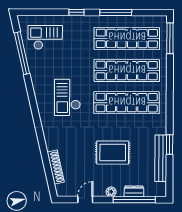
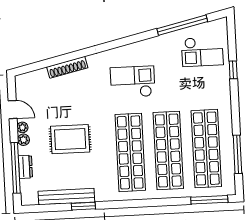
window: (76, 12) -> (233, 70), moved
window: (116, 13) -> (237, 154), moved
checkout: (45, 37) -> (202, 52), turned 90
rug: (113, 153) -> (70, 139), turned 90
shoe rack: (56, 167) -> (67, 67), moved
plant: (101, 192) -> (22, 127), added

